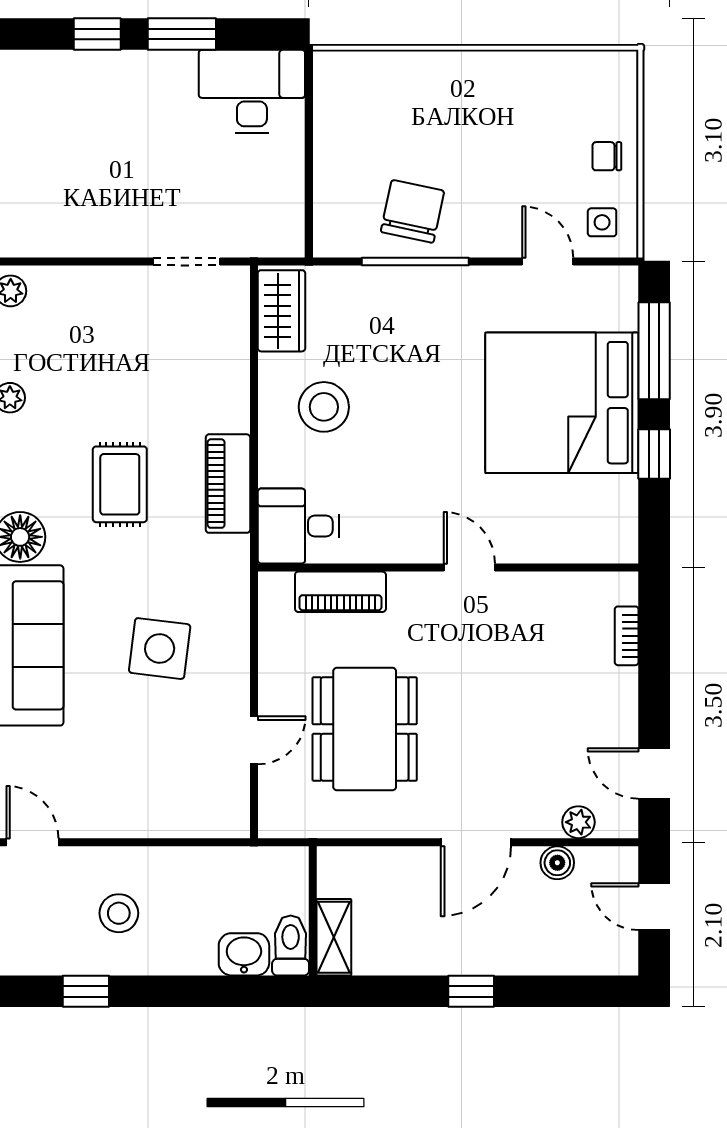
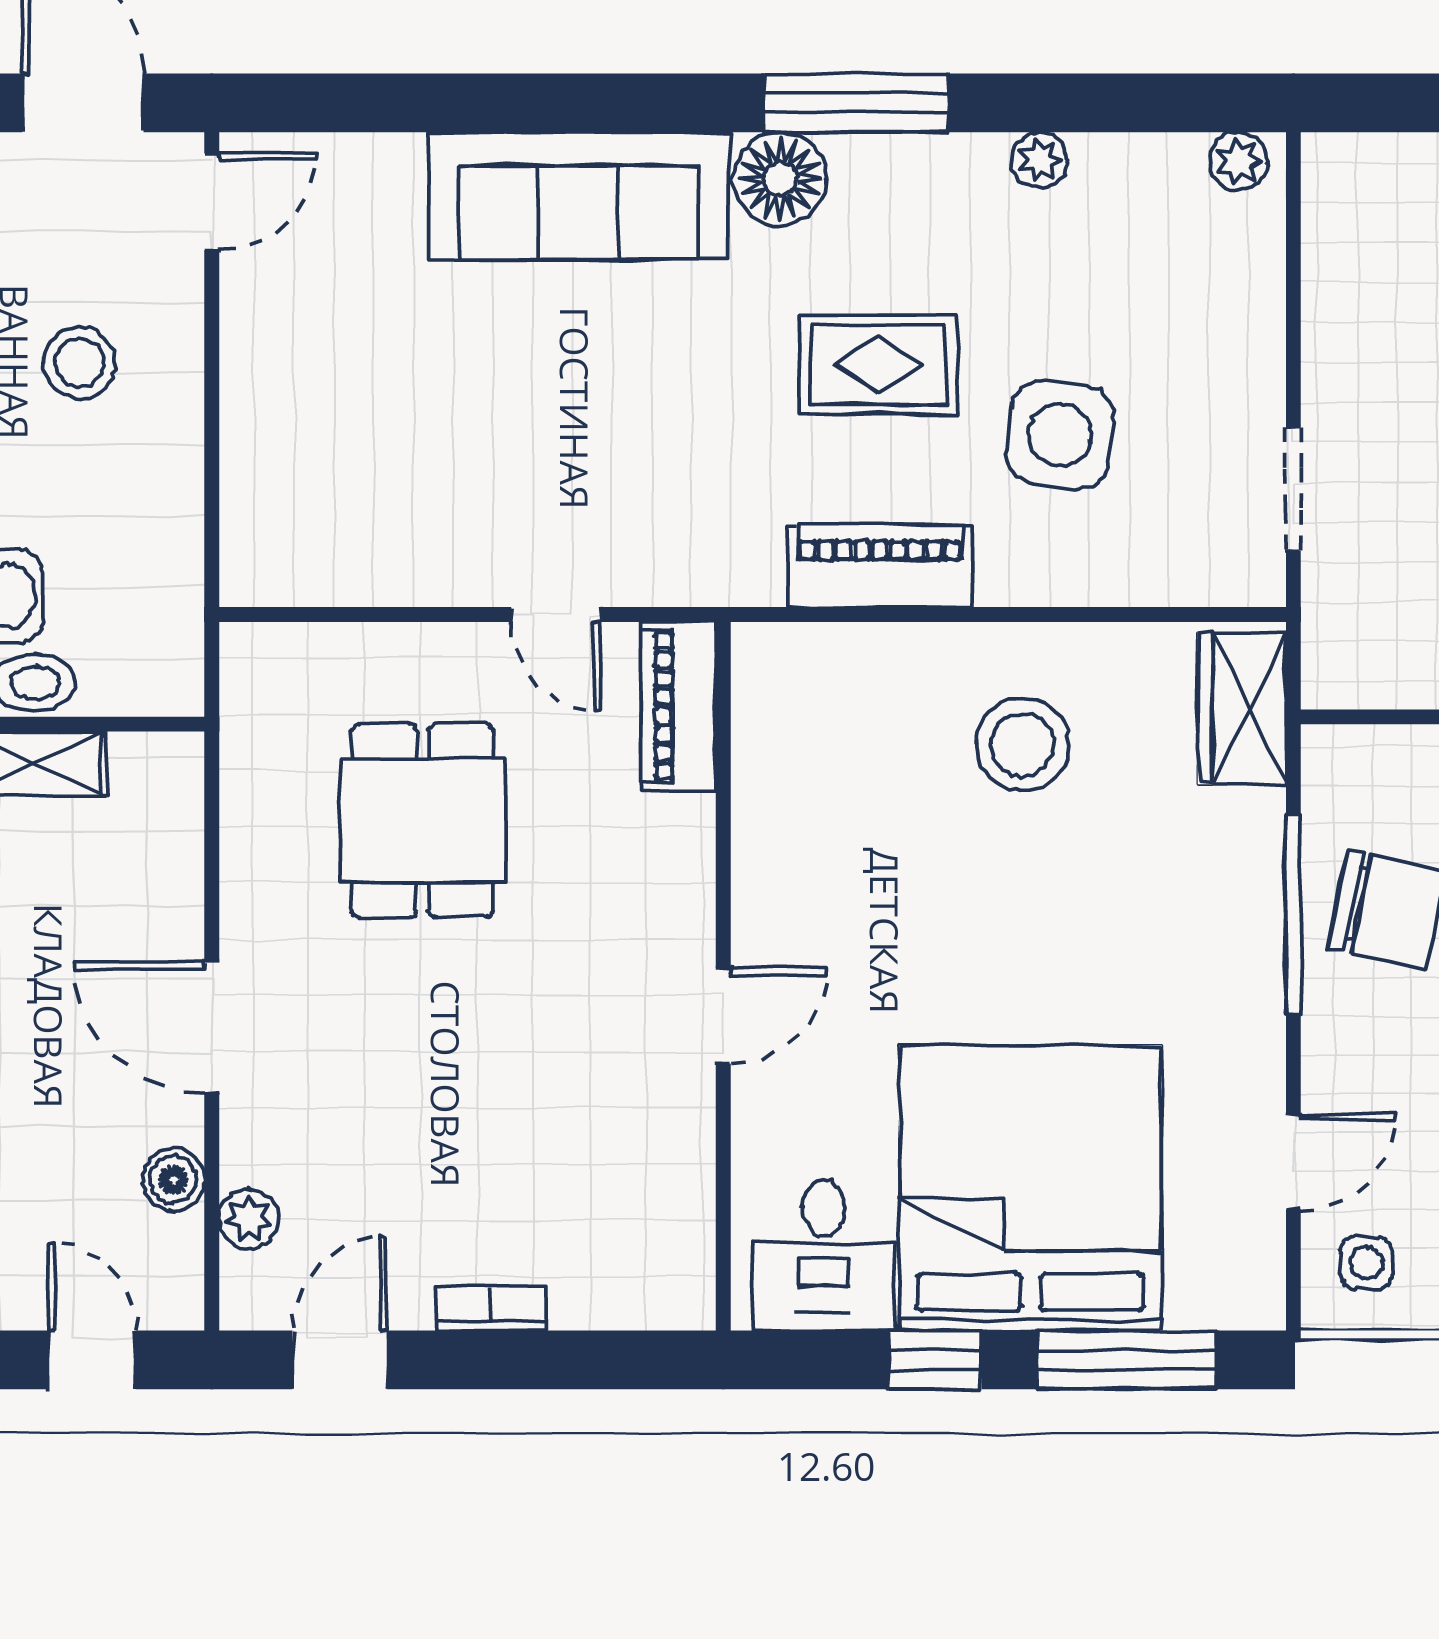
wardrobe: (281, 311) -> (1242, 708), moved, turned 90
desk: (298, 526) -> (823, 1255), moved, turned 180
piano: (340, 592) -> (678, 706), moved
bookcase: (627, 636) -> (491, 1309), moved
side table: (160, 649) -> (1060, 435), moved
dining table: (365, 729) -> (423, 821), width x0.73
door: (254, 740) -> (556, 614), moved
door: (654, 907) -> (92, 1360), hinge flipped

